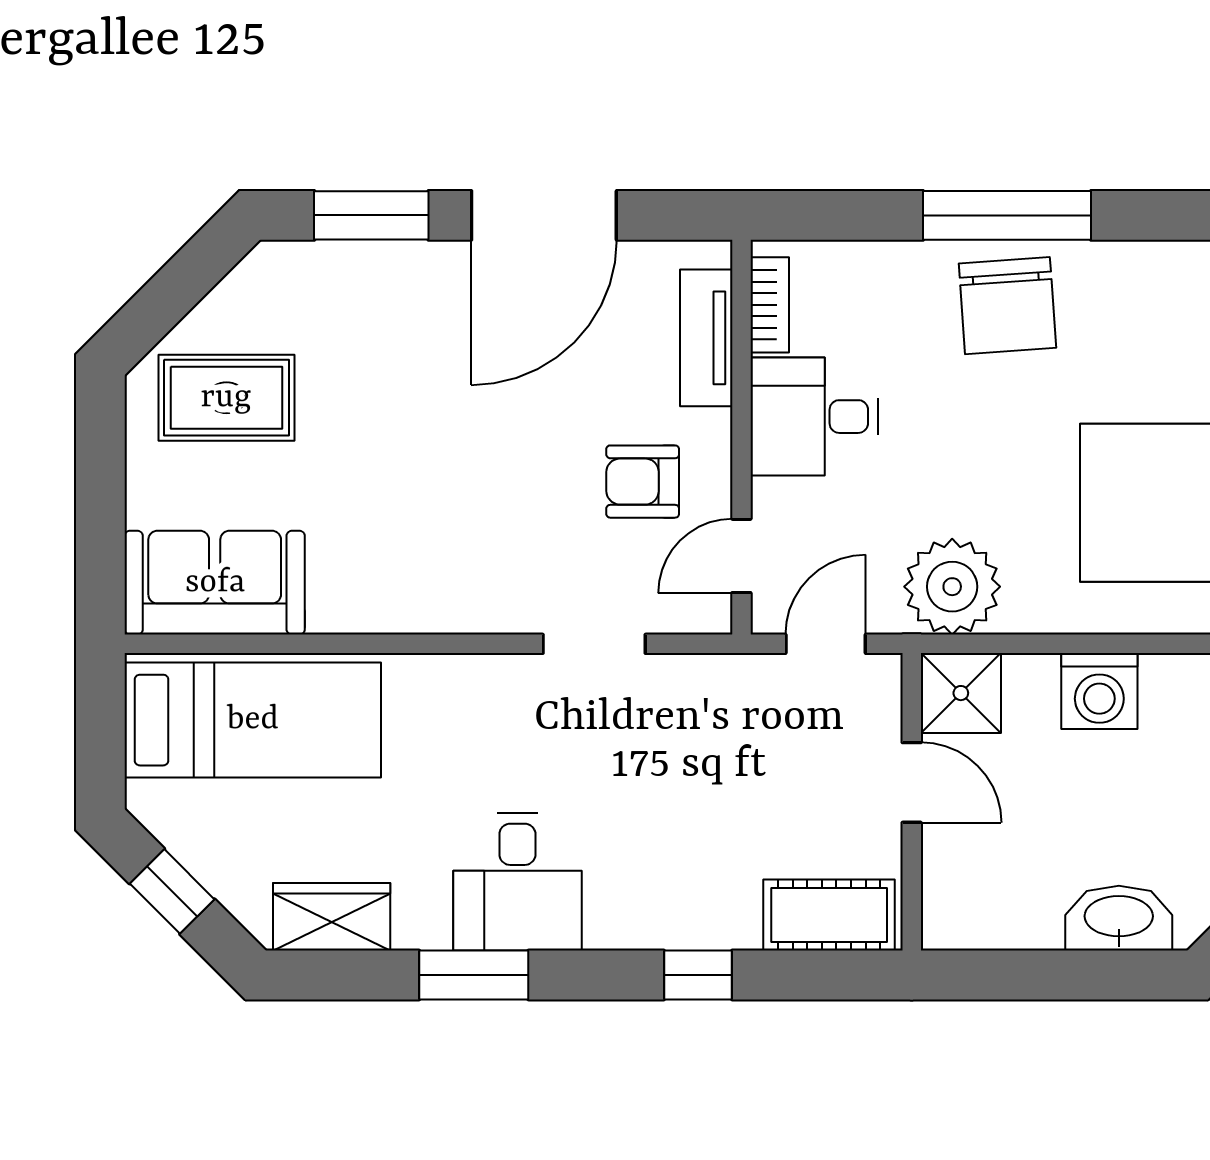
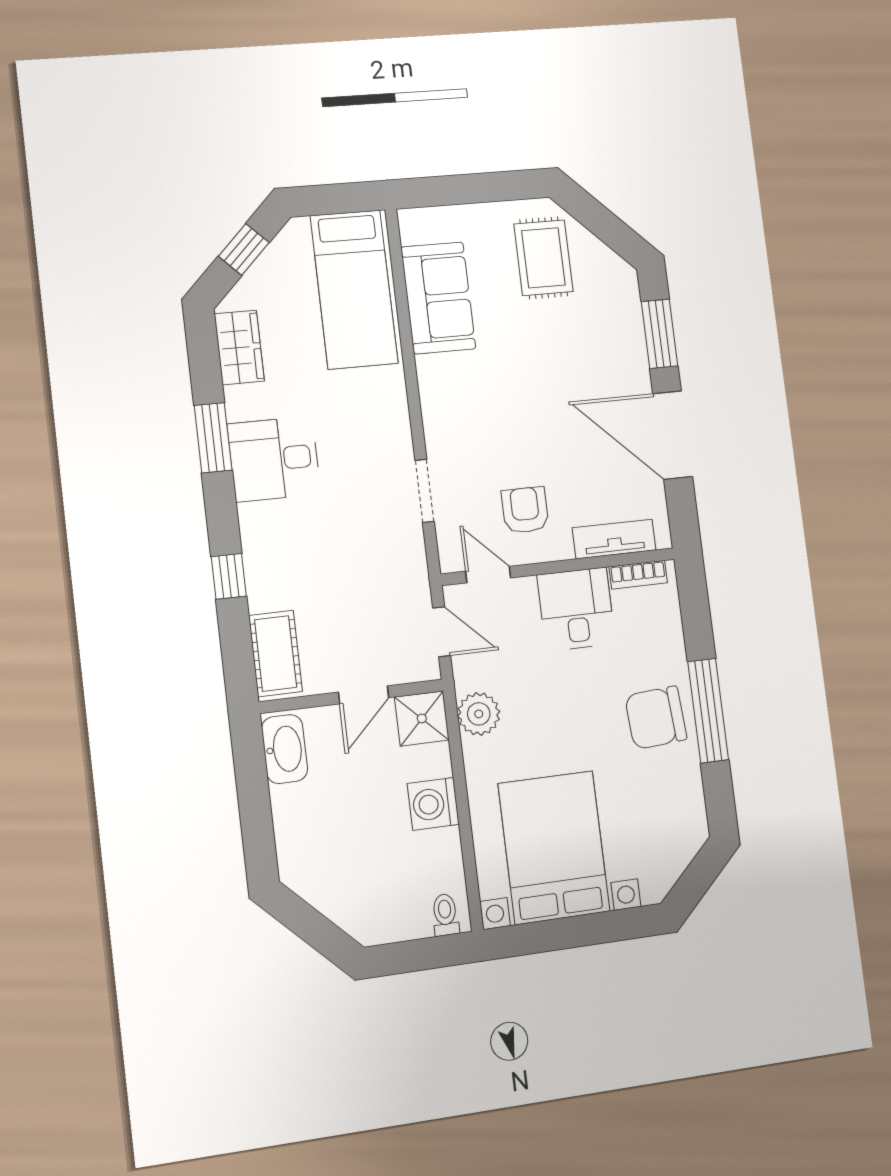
sofa: (215, 583) -> (438, 298), moved
plant: (952, 587) -> (479, 714), width x0.73, depth x0.73
washbasin: (1119, 918) -> (285, 749), moved

